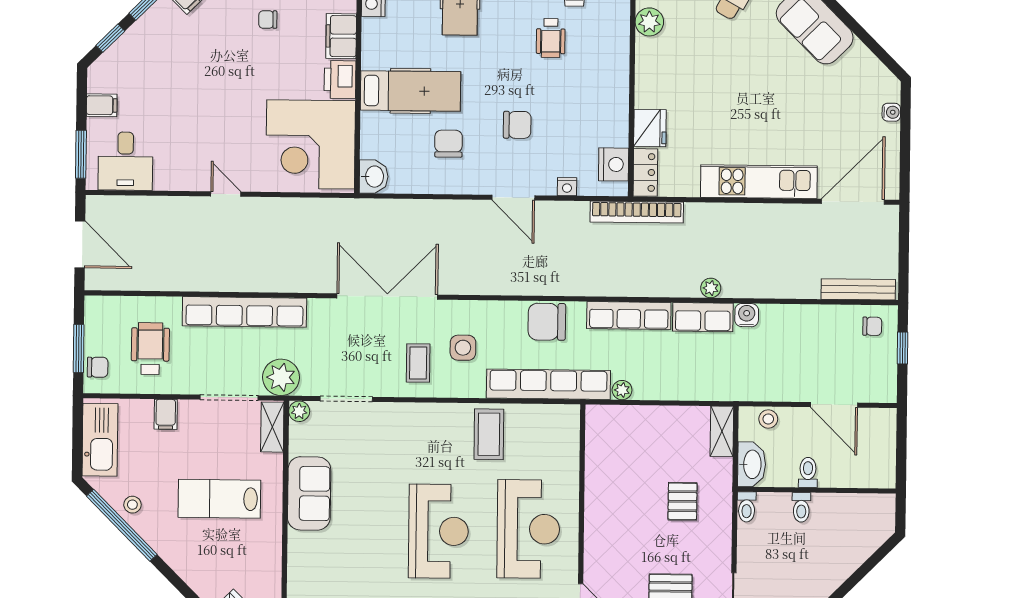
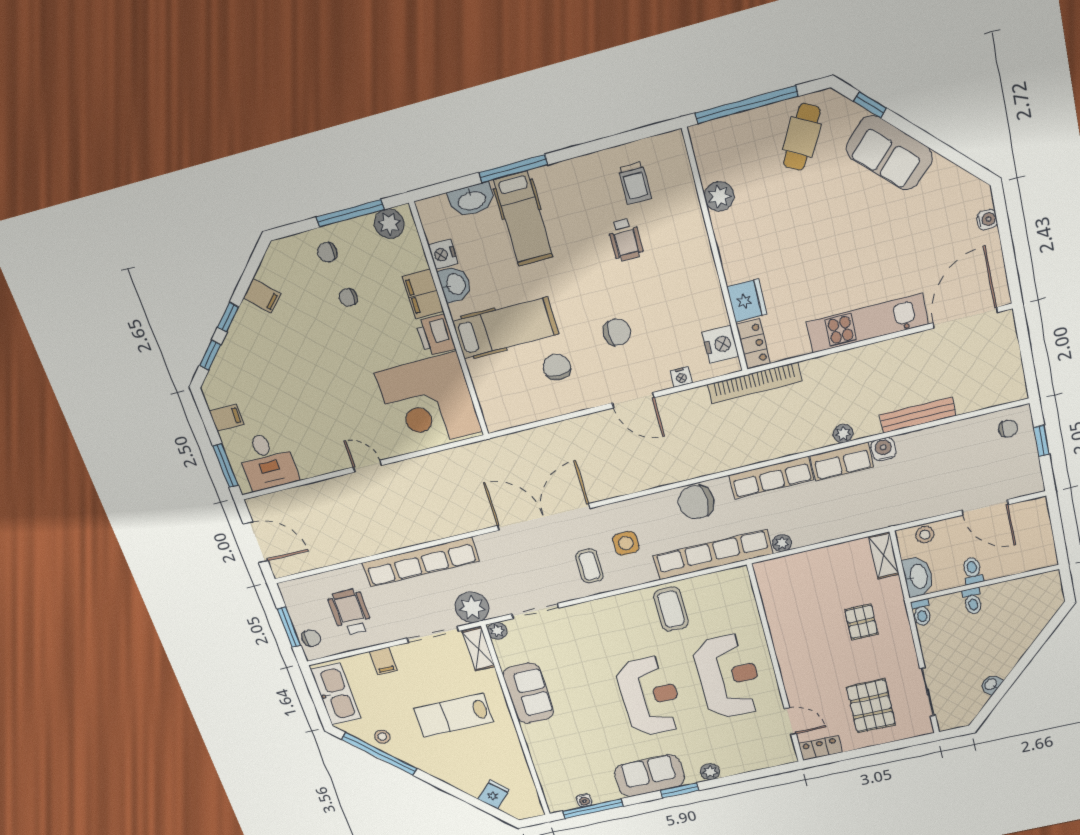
washbasin: (374, 177) -> (455, 284), moved
bench: (858, 289) -> (918, 415), moved

